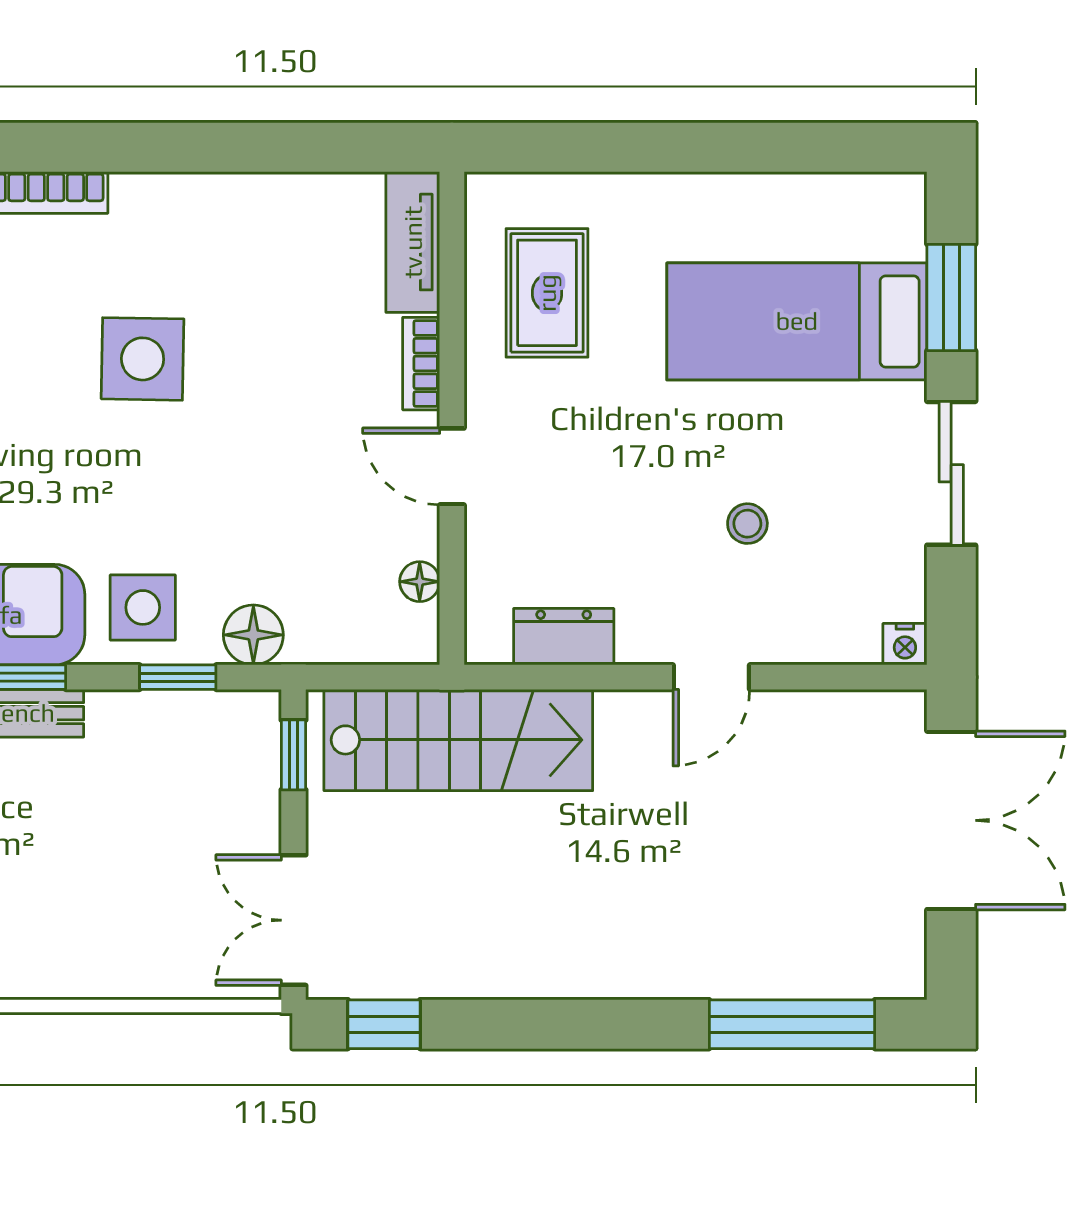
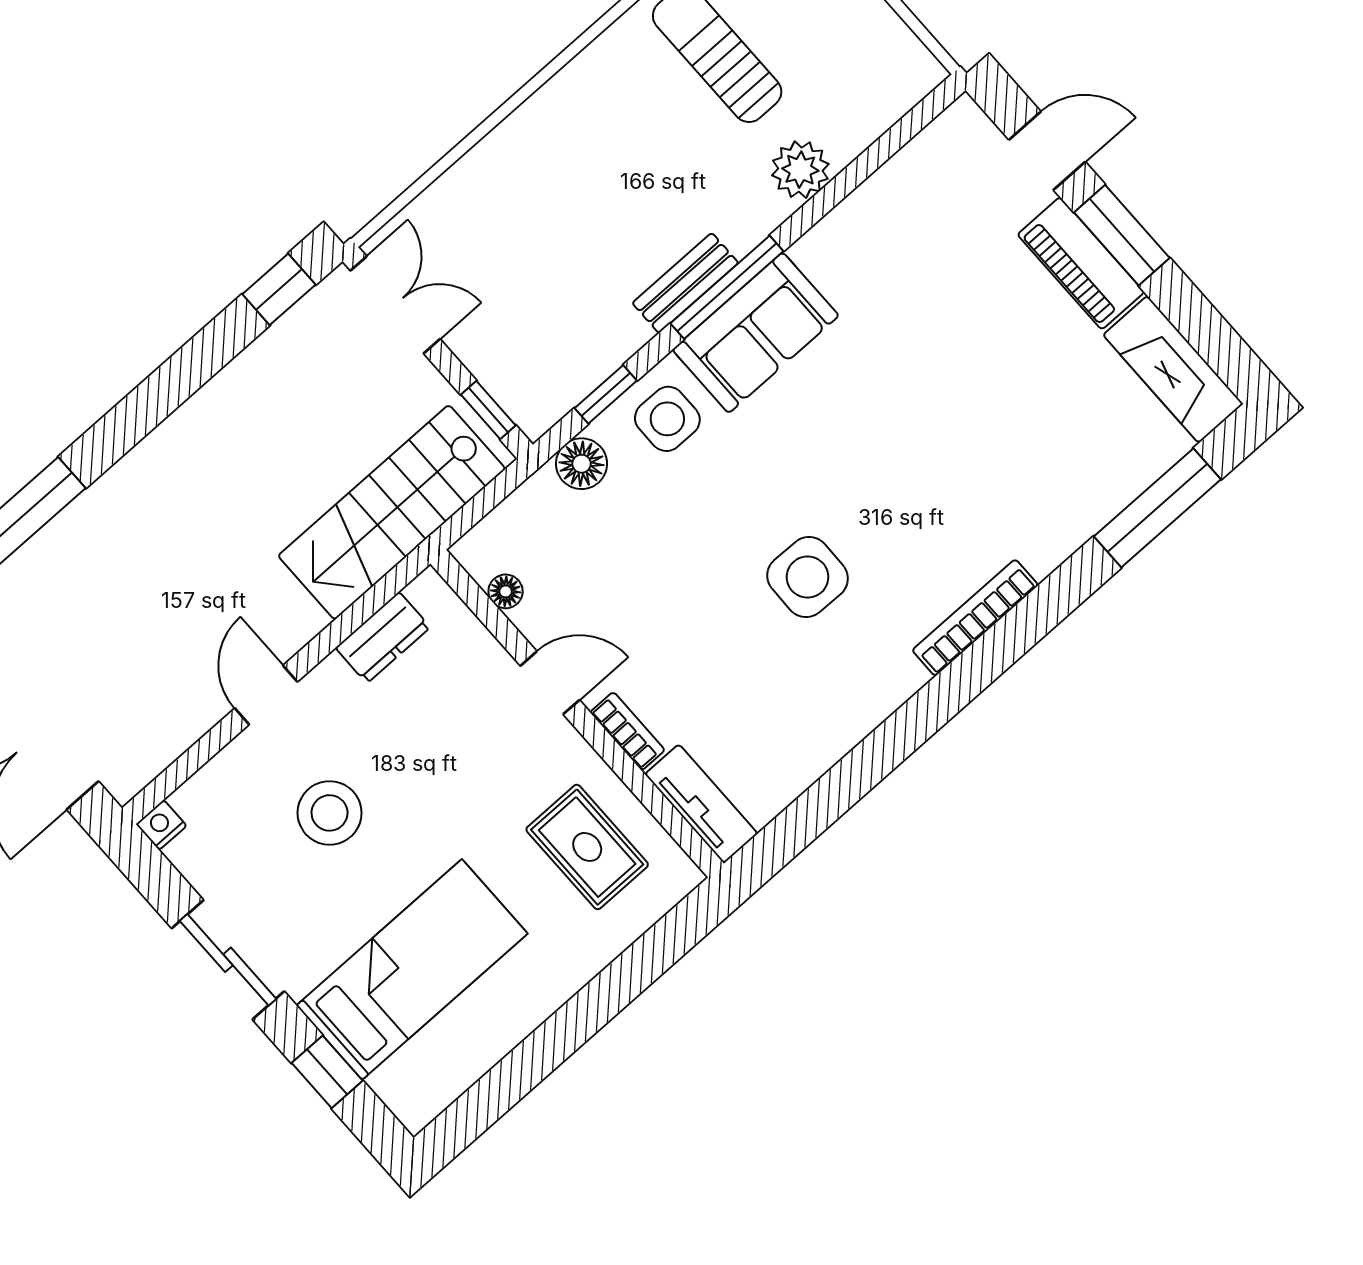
window: (951, 297) -> (327, 1072), width x0.67
stool: (747, 524) -> (330, 813), width x1.89, depth x1.89

